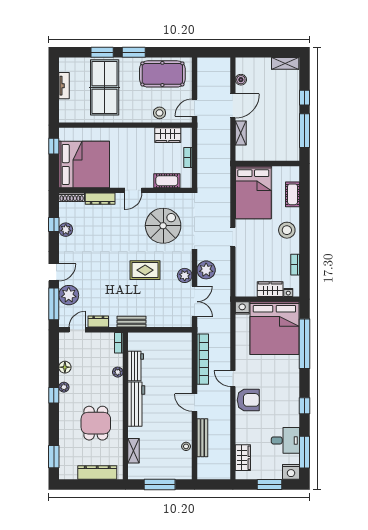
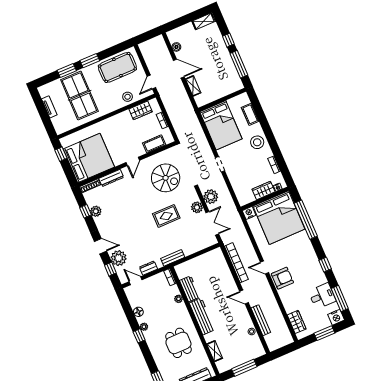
door: (233, 106) -> (179, 69), hinge flipped
spiral stairs: (163, 226) -> (166, 178), turned 90
door: (54, 272) -> (101, 246), hinge flipped
window: (54, 304) -> (110, 269), width x0.46
door: (77, 330) -> (136, 281), hinge flipped

